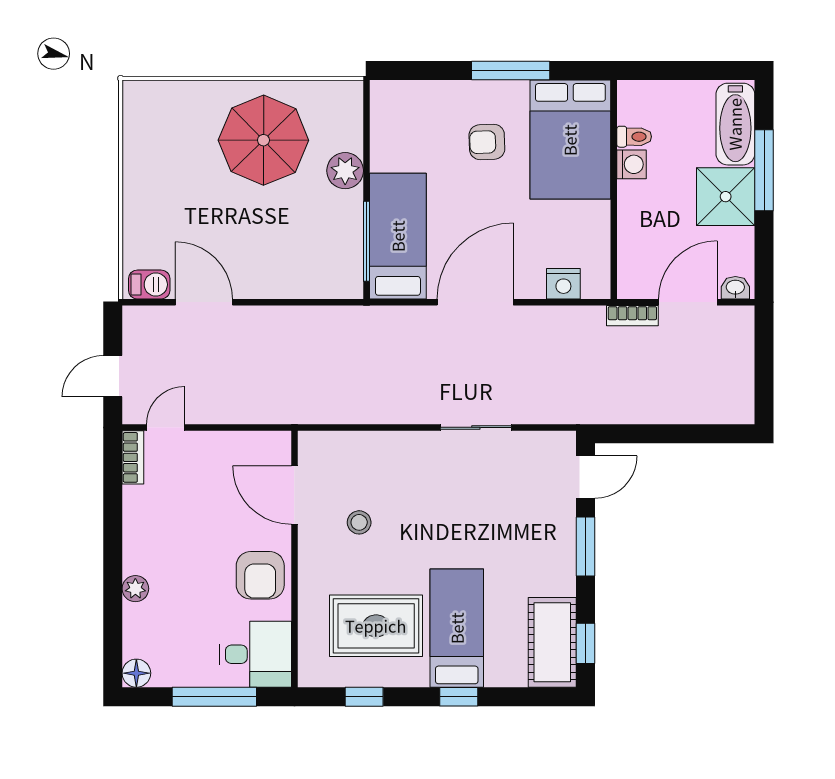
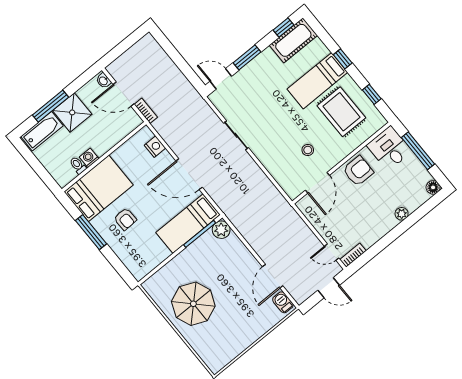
plant: (345, 171) -> (221, 230), moved

